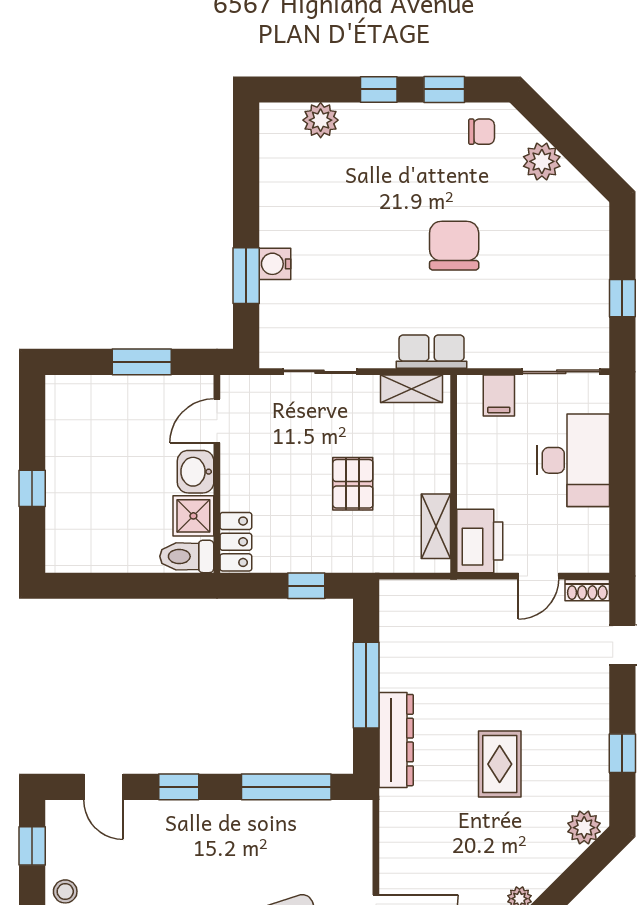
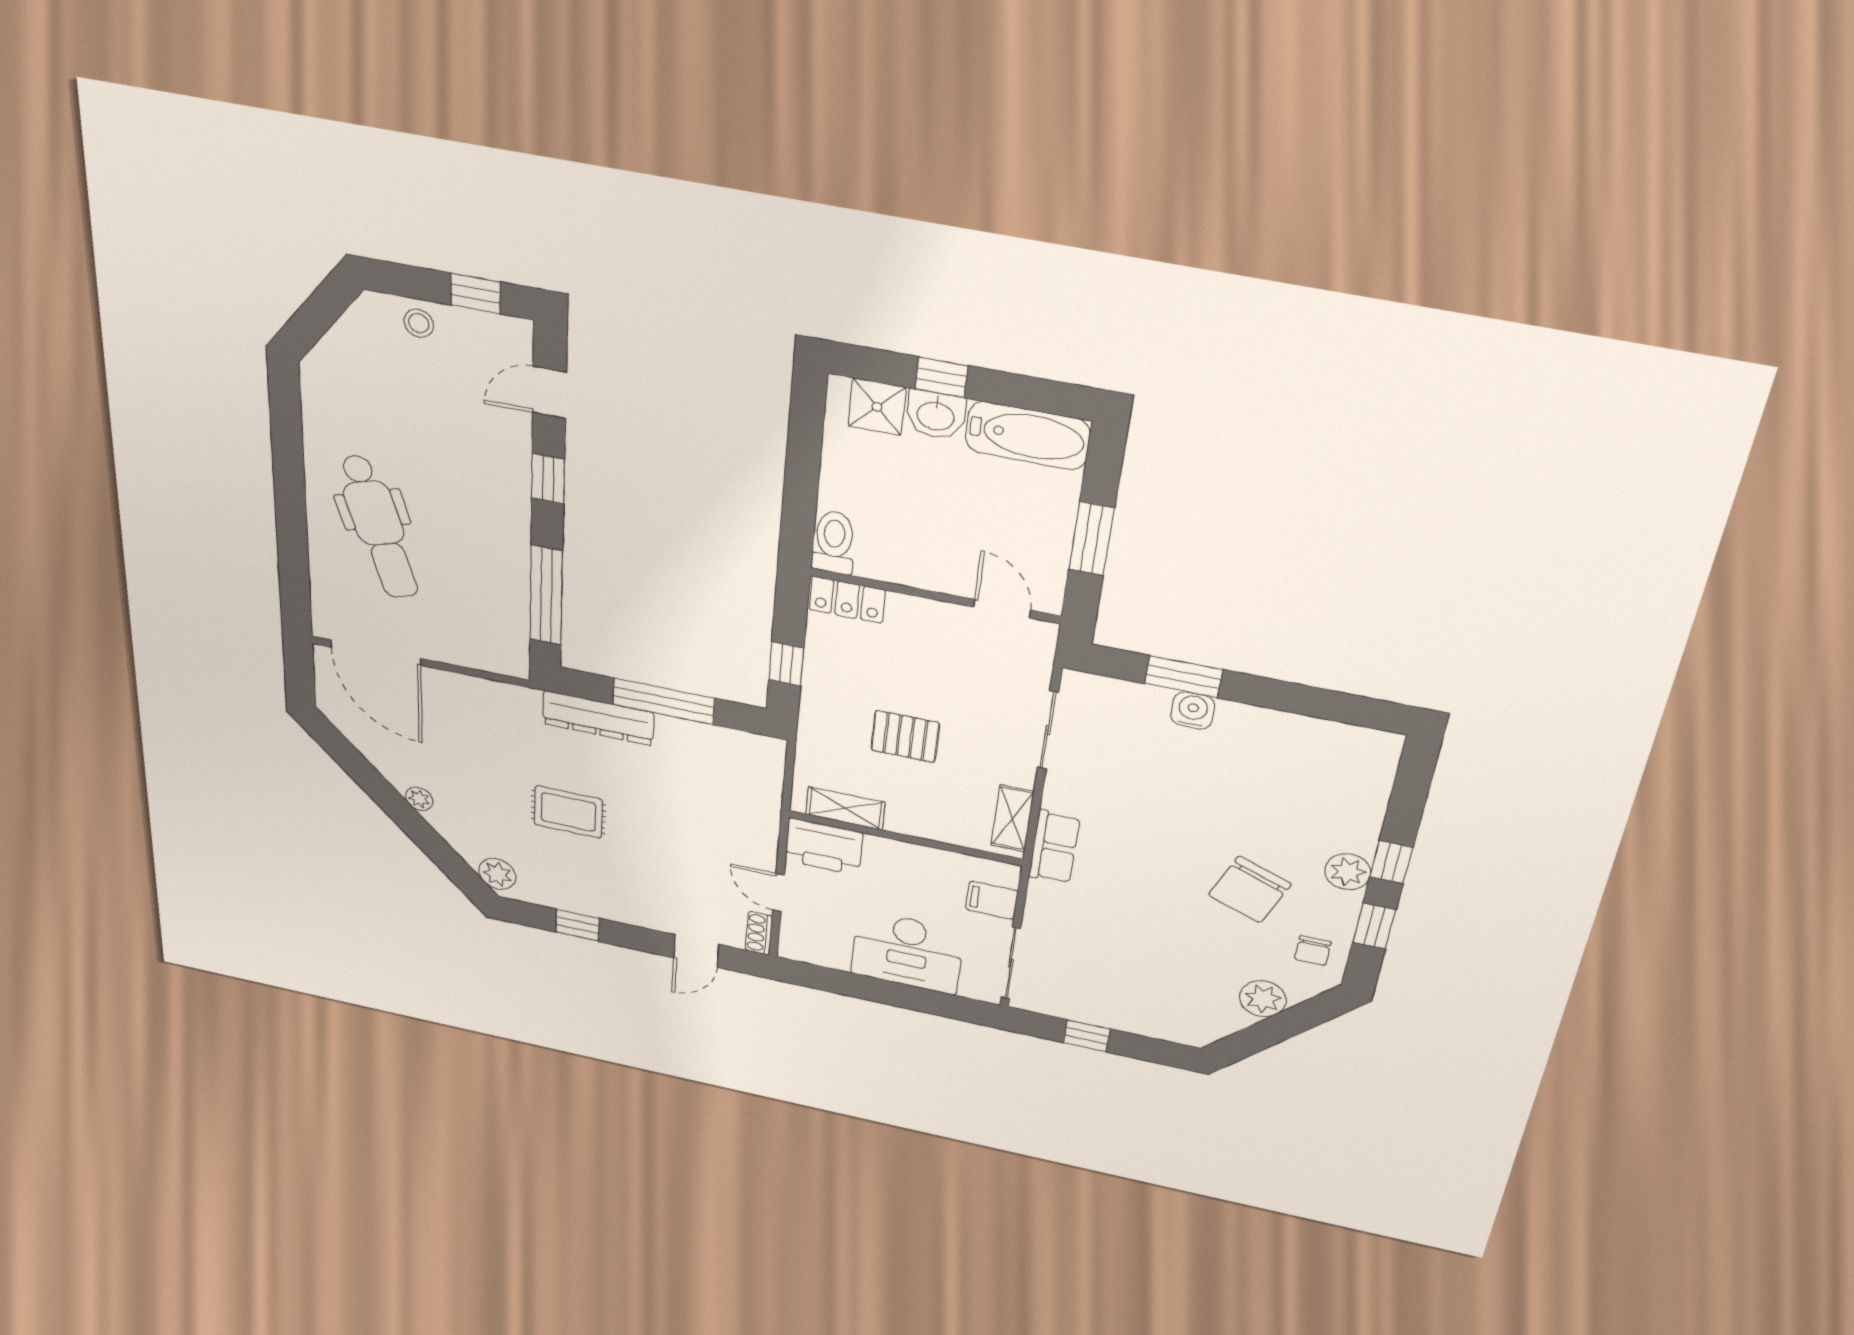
plant: (321, 120) -> (1348, 872), moved
chair: (454, 246) -> (1250, 890), moved, turned 111
bathtub: (66, 420) -> (1028, 436), added
washbasin: (196, 472) -> (936, 415), moved, turned 180
shower: (193, 516) -> (877, 407), moved

